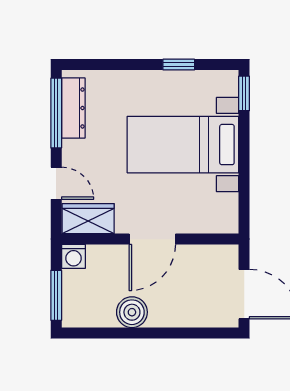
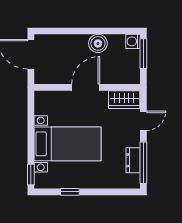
dresser: (73, 108) -> (133, 160), width x0.70
door: (56, 183) -> (143, 121), swing flipped
washing machine: (74, 256) -> (133, 41), moved, turned -90

